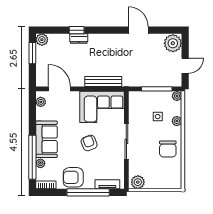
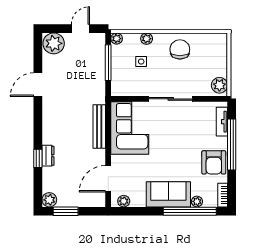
door: (185, 66) -> (80, 29), hinge flipped
armchair: (89, 143) -> (173, 143), removed
chair: (168, 149) -> (180, 49), turned -90

